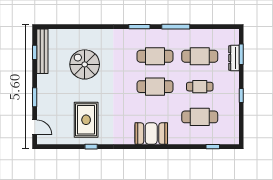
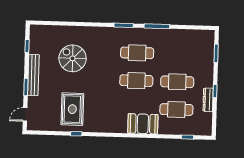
bench: (42, 51) -> (33, 75), moved
cafe table: (200, 56) -> (178, 54), removed
dresser: (234, 58) -> (208, 100), moved
cafe table: (200, 87) -> (177, 82), width x1.37, depth x1.35
door: (35, 127) -> (25, 114), swing flipped
booth: (151, 134) -> (143, 124), moved

